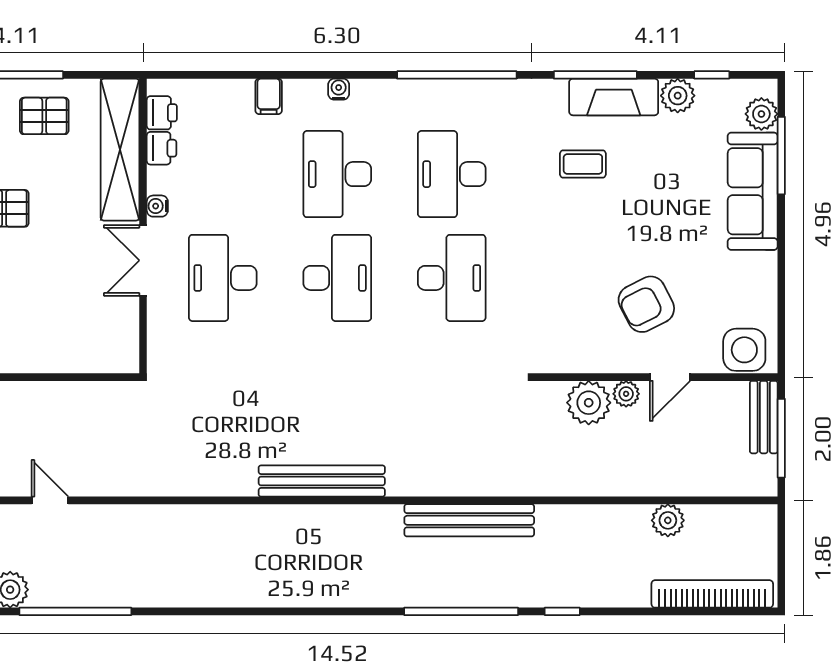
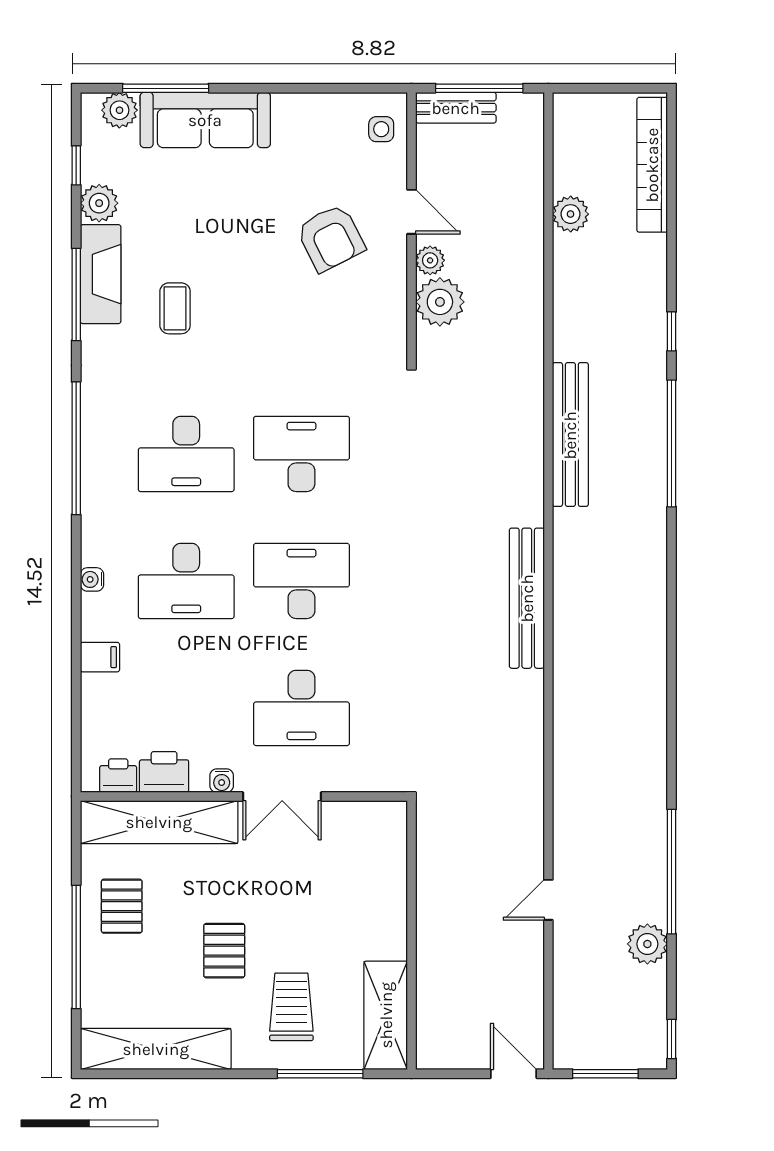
printer: (162, 148) -> (164, 772), width x1.36, depth x1.24
side table: (744, 350) -> (381, 129), width x0.54, depth x0.54

